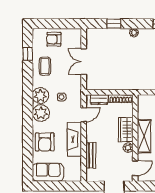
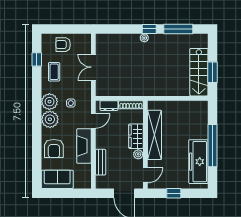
window: (114, 24) -> (149, 29), moved
shelving: (144, 136) -> (154, 135), width x1.47

